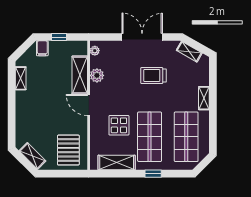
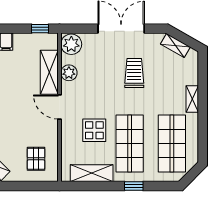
window: (59, 37) -> (40, 29), moved
plant: (95, 51) -> (71, 44), width x1.88, depth x1.88
trolley: (154, 76) -> (134, 73), turned 90
pallet: (68, 150) -> (36, 159), width x0.67, depth x0.71

